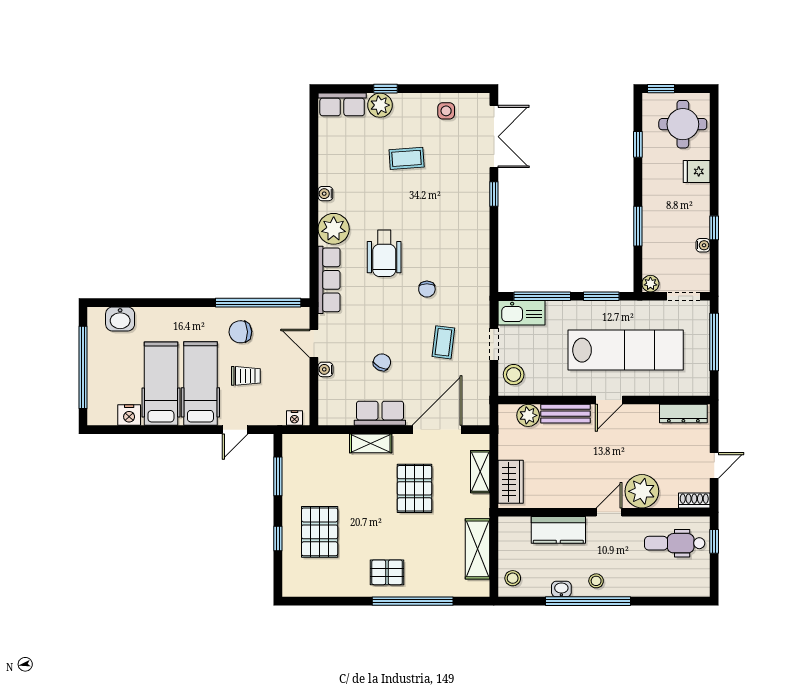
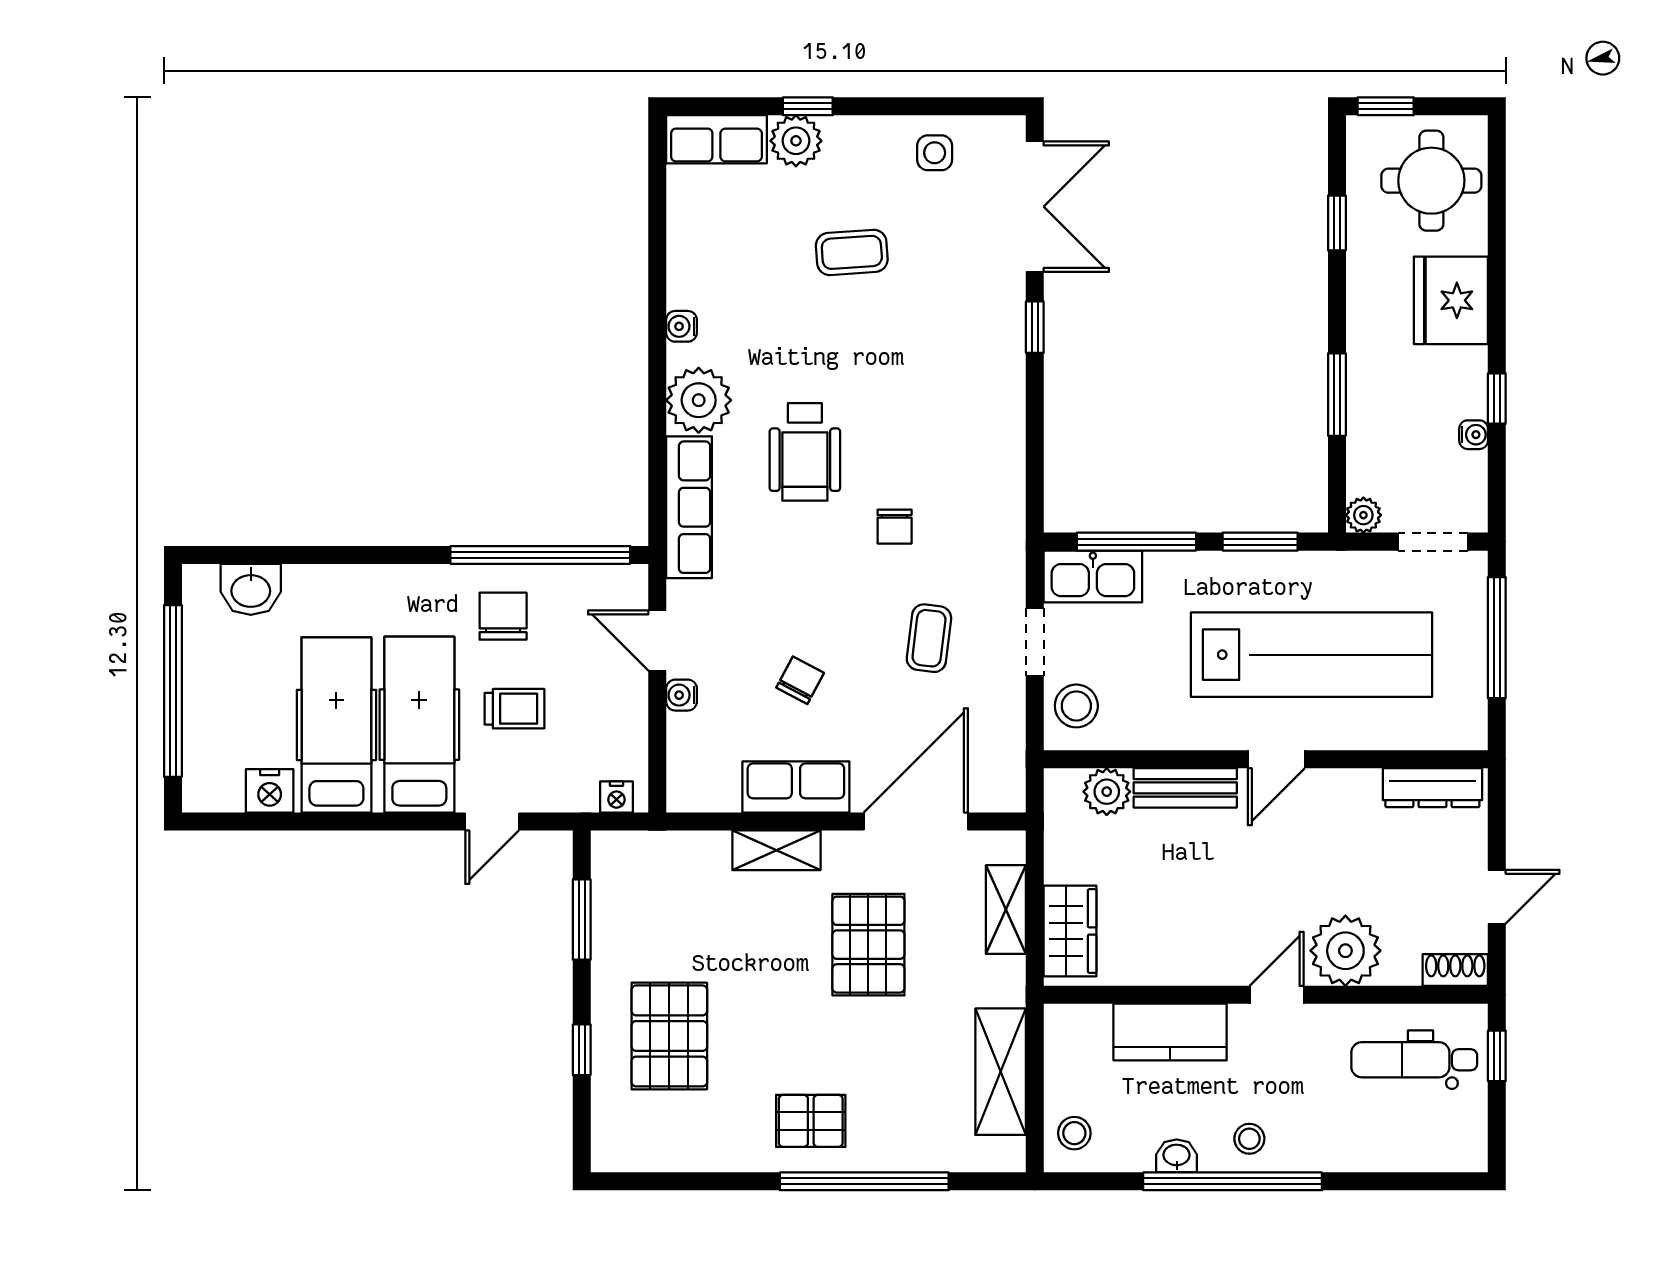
fridge: (697, 171) -> (1451, 300), width x1.88, depth x1.34
chair: (240, 332) -> (503, 616), turned 92

